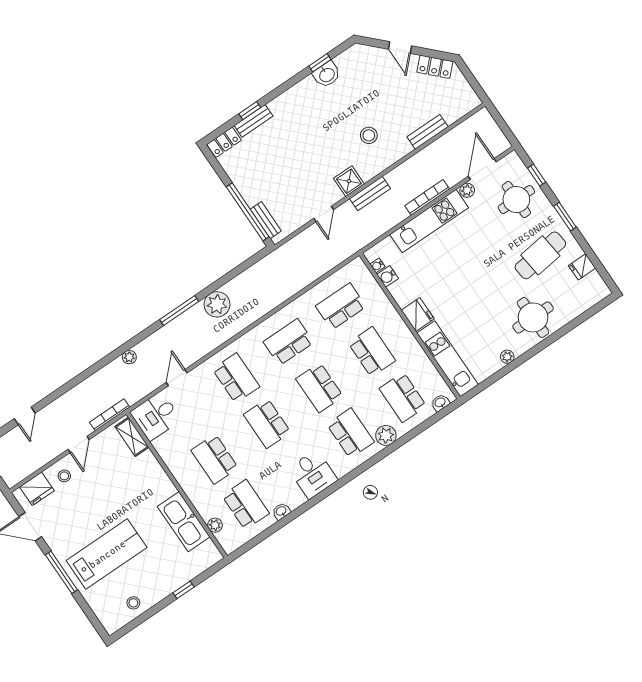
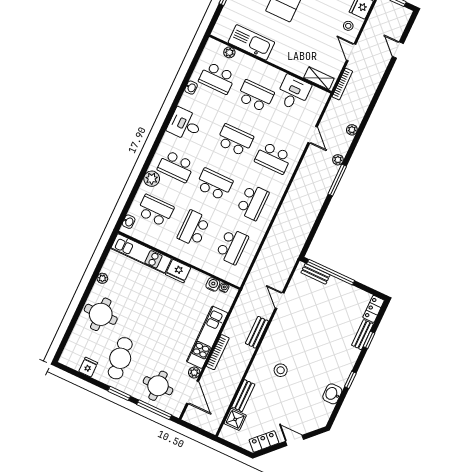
window: (320, 63) -> (350, 380), moved
window: (537, 175) -> (154, 410), width x2.17
shower: (349, 181) -> (235, 419), moved
plant: (217, 304) -> (338, 160), moved, width x0.53, depth x0.53
school desk: (372, 352) -> (194, 228), turned 90
desk: (156, 416) -> (293, 93), moved

